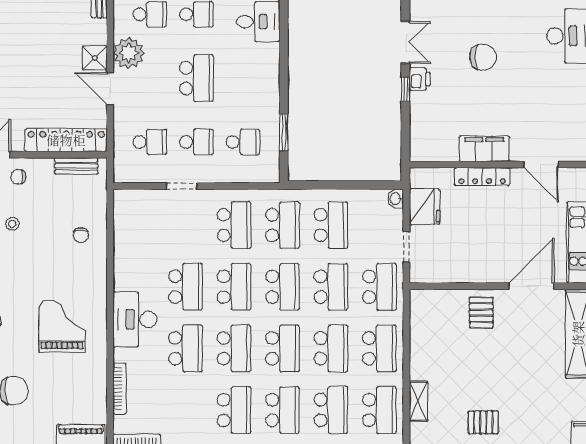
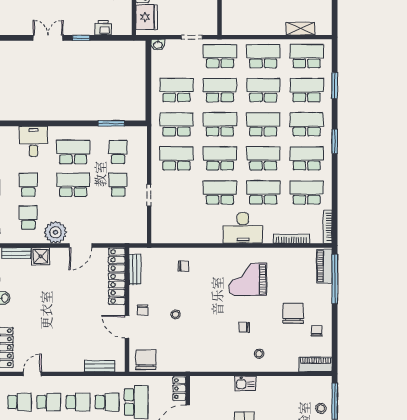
shower: (95, 58) -> (41, 256), moved
printer: (420, 79) -> (103, 28), moved
school desk: (150, 142) -> (73, 152), moved, width x1.85
fridge: (425, 207) -> (147, 17), moved, turned 90
school desk: (186, 410) -> (307, 192), added

